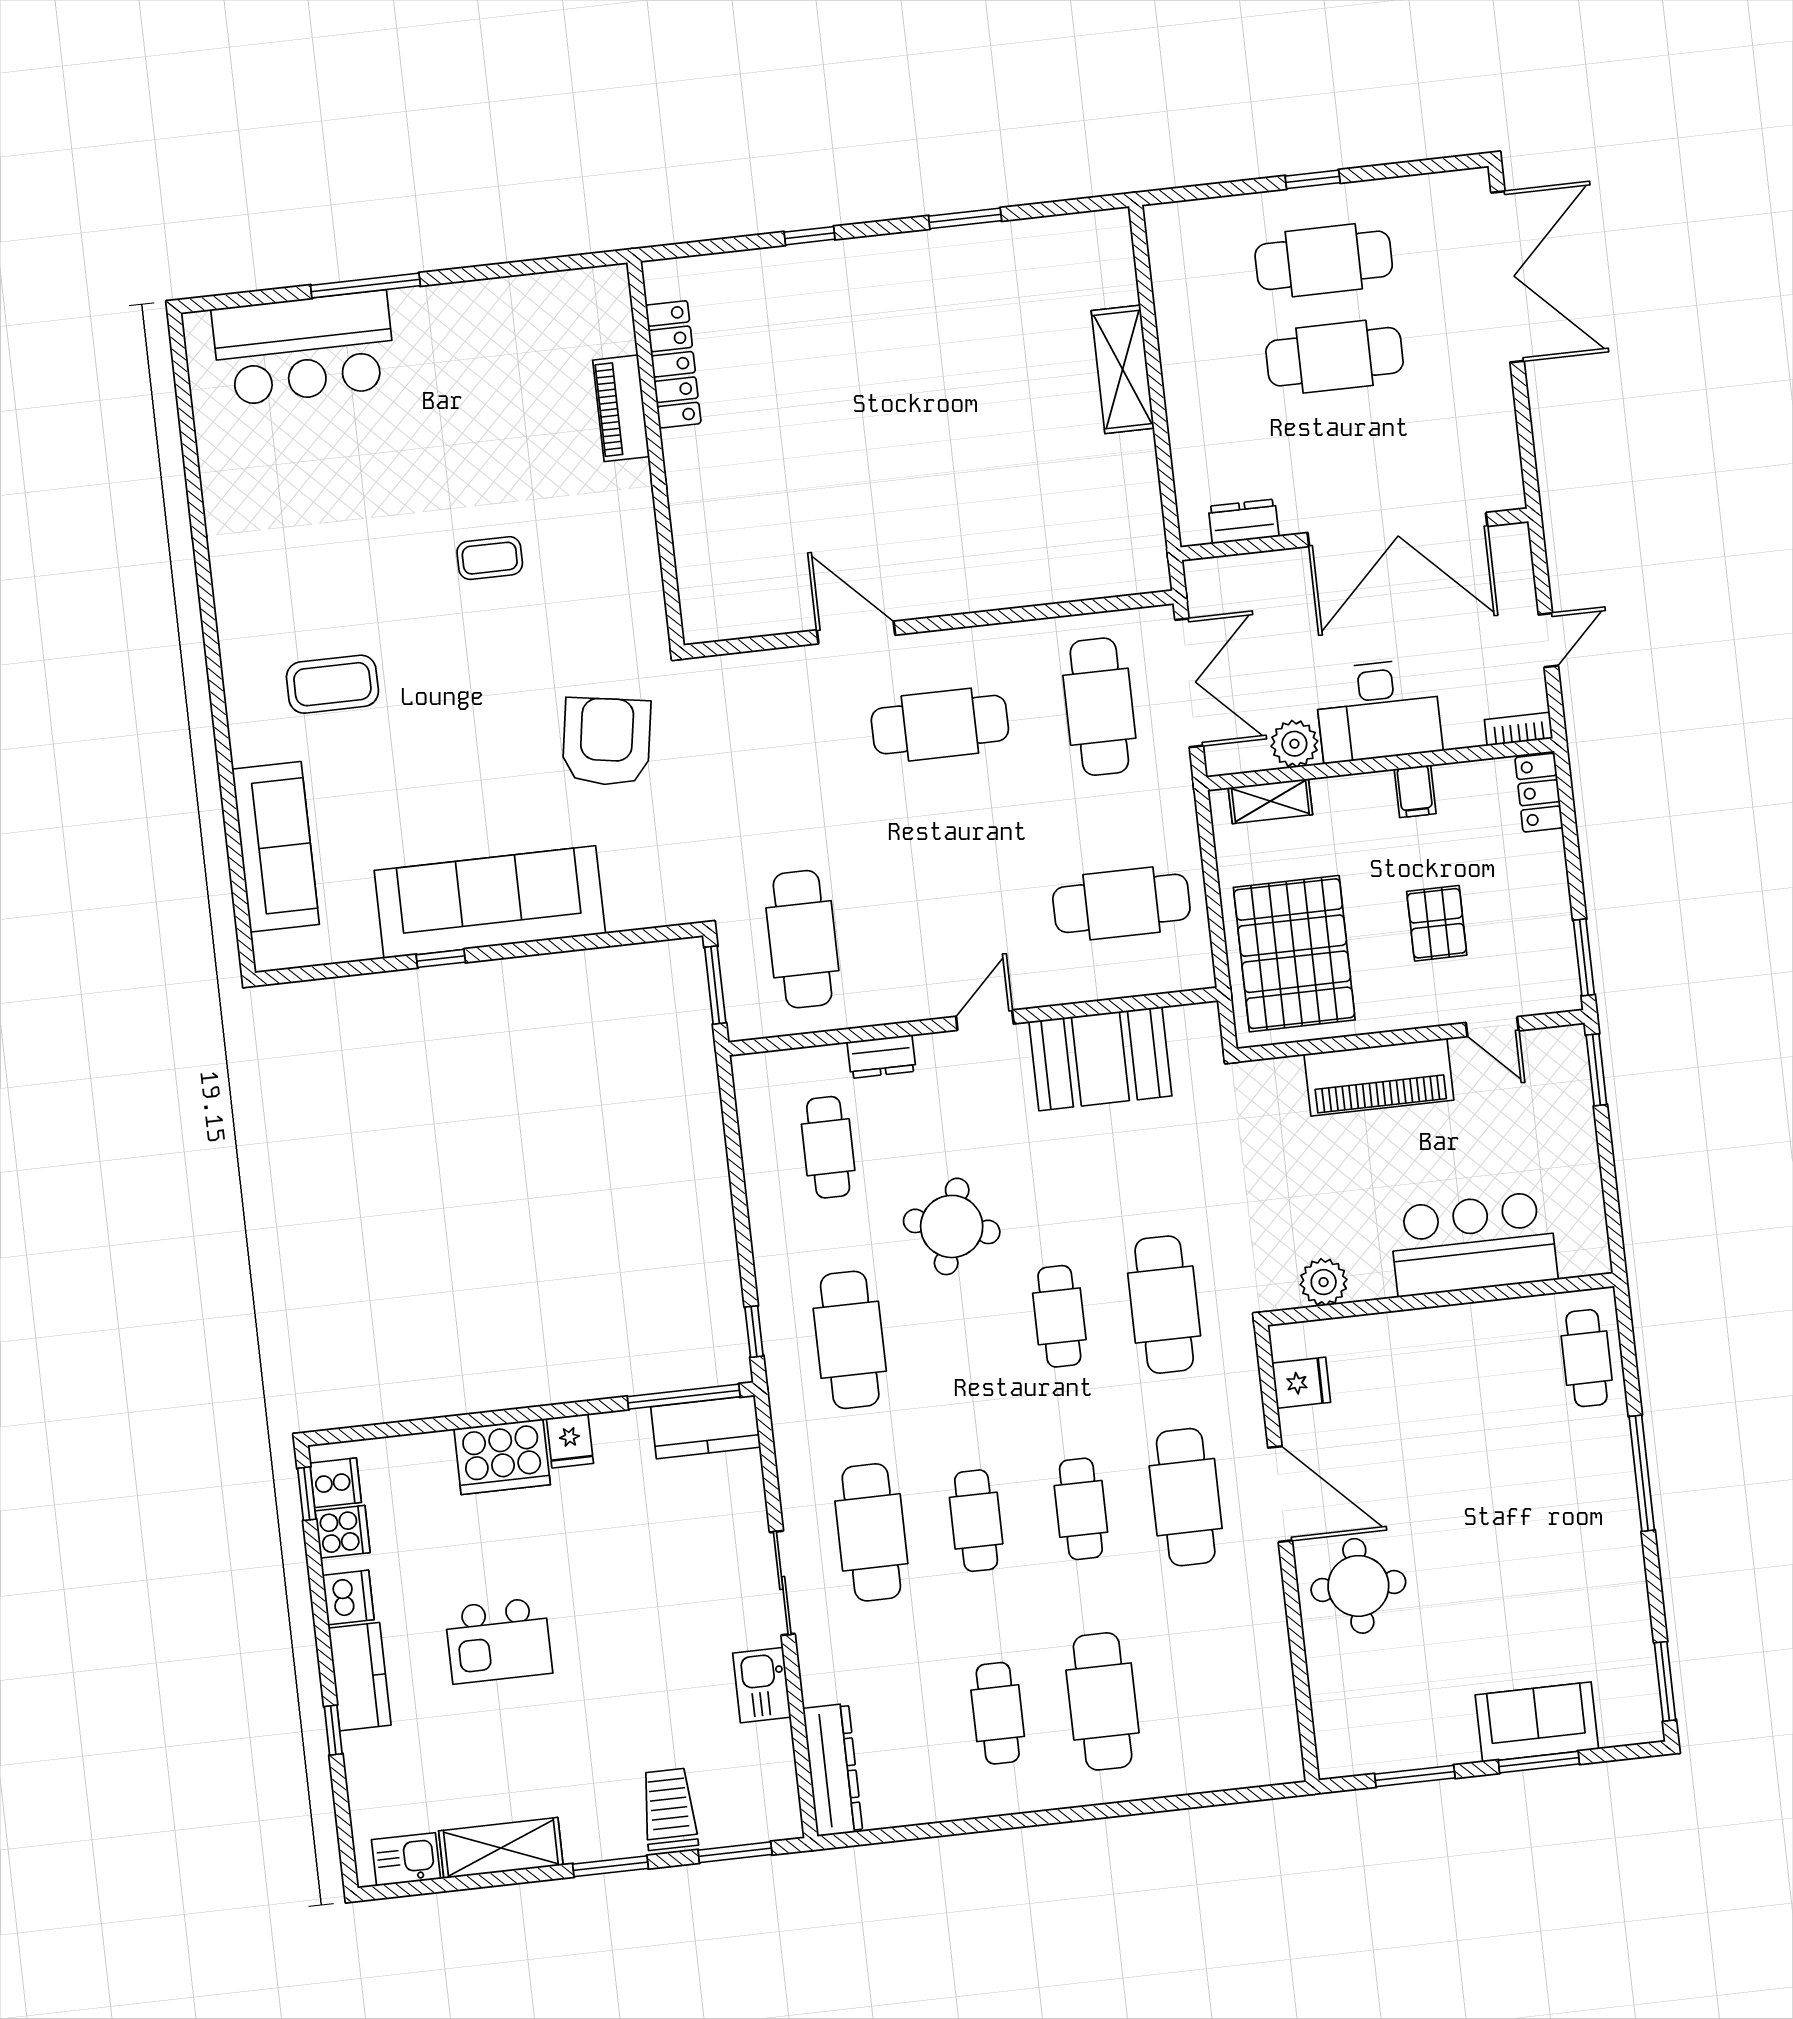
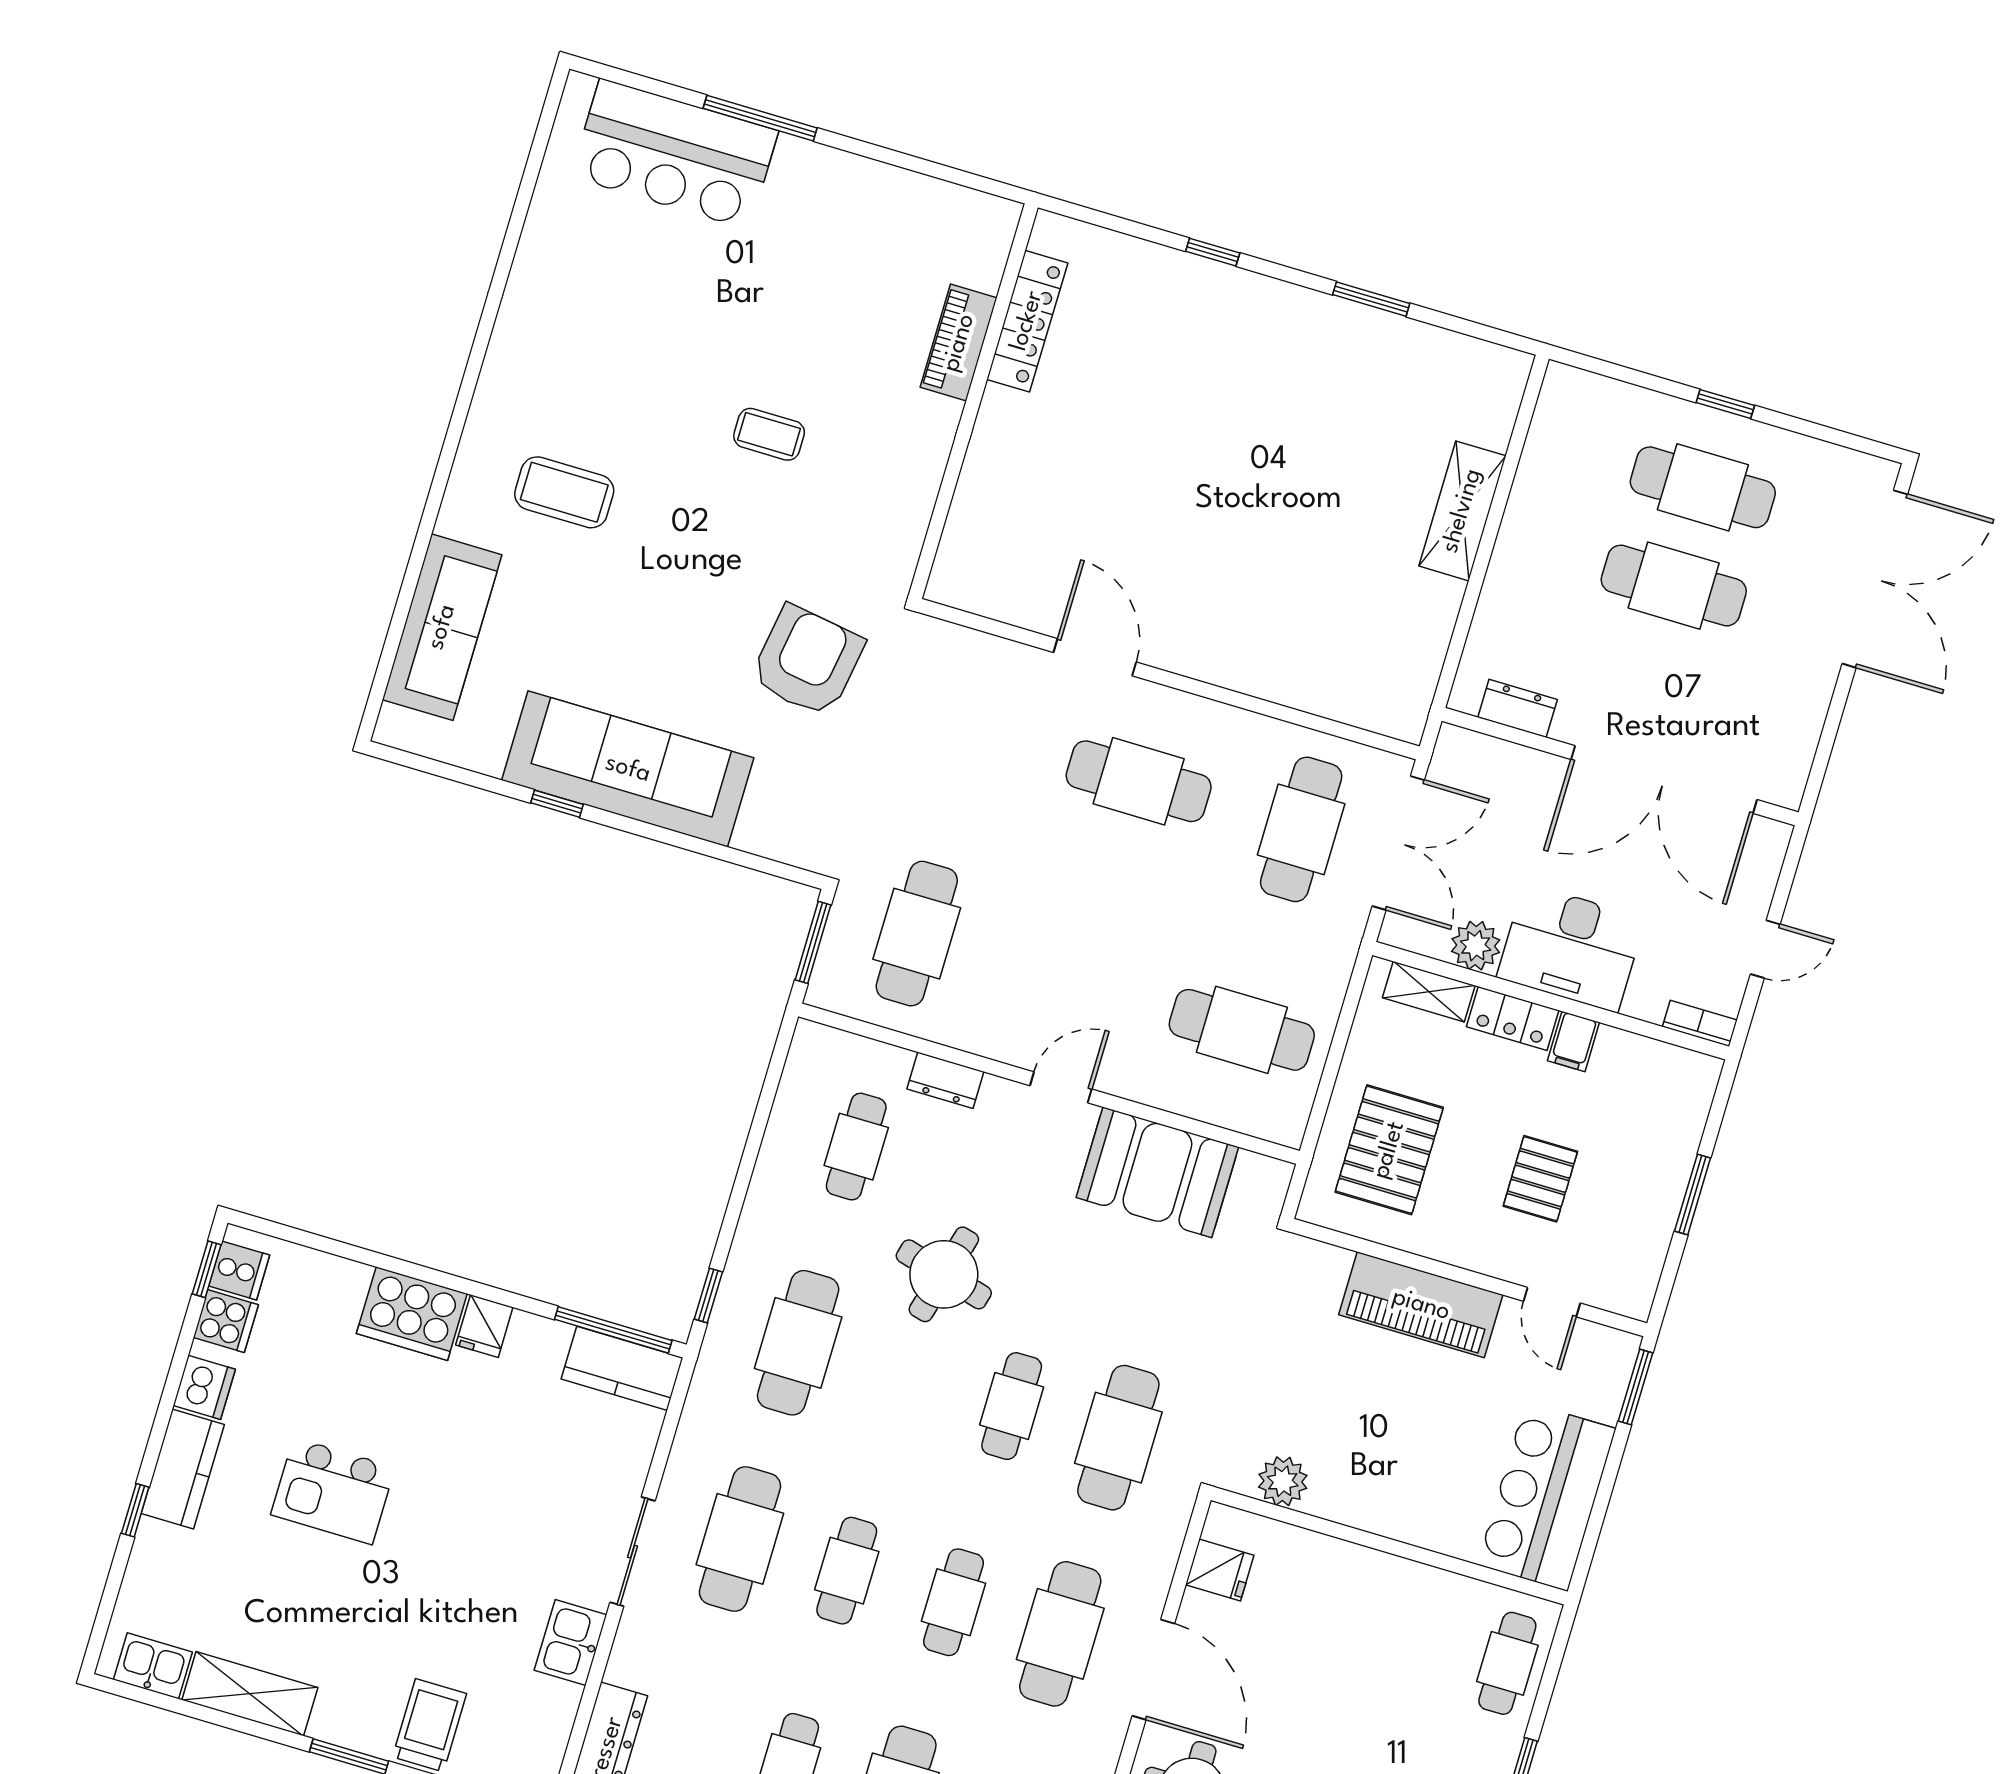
locker: (1539, 793) -> (1513, 1019), moved, turned -90
pallet: (1294, 954) -> (1389, 1150), width x0.73, depth x0.71
window: (1584, 957) -> (1693, 1194), moved
bar counter: (1473, 1244) -> (1547, 1497), moved, turned -90

